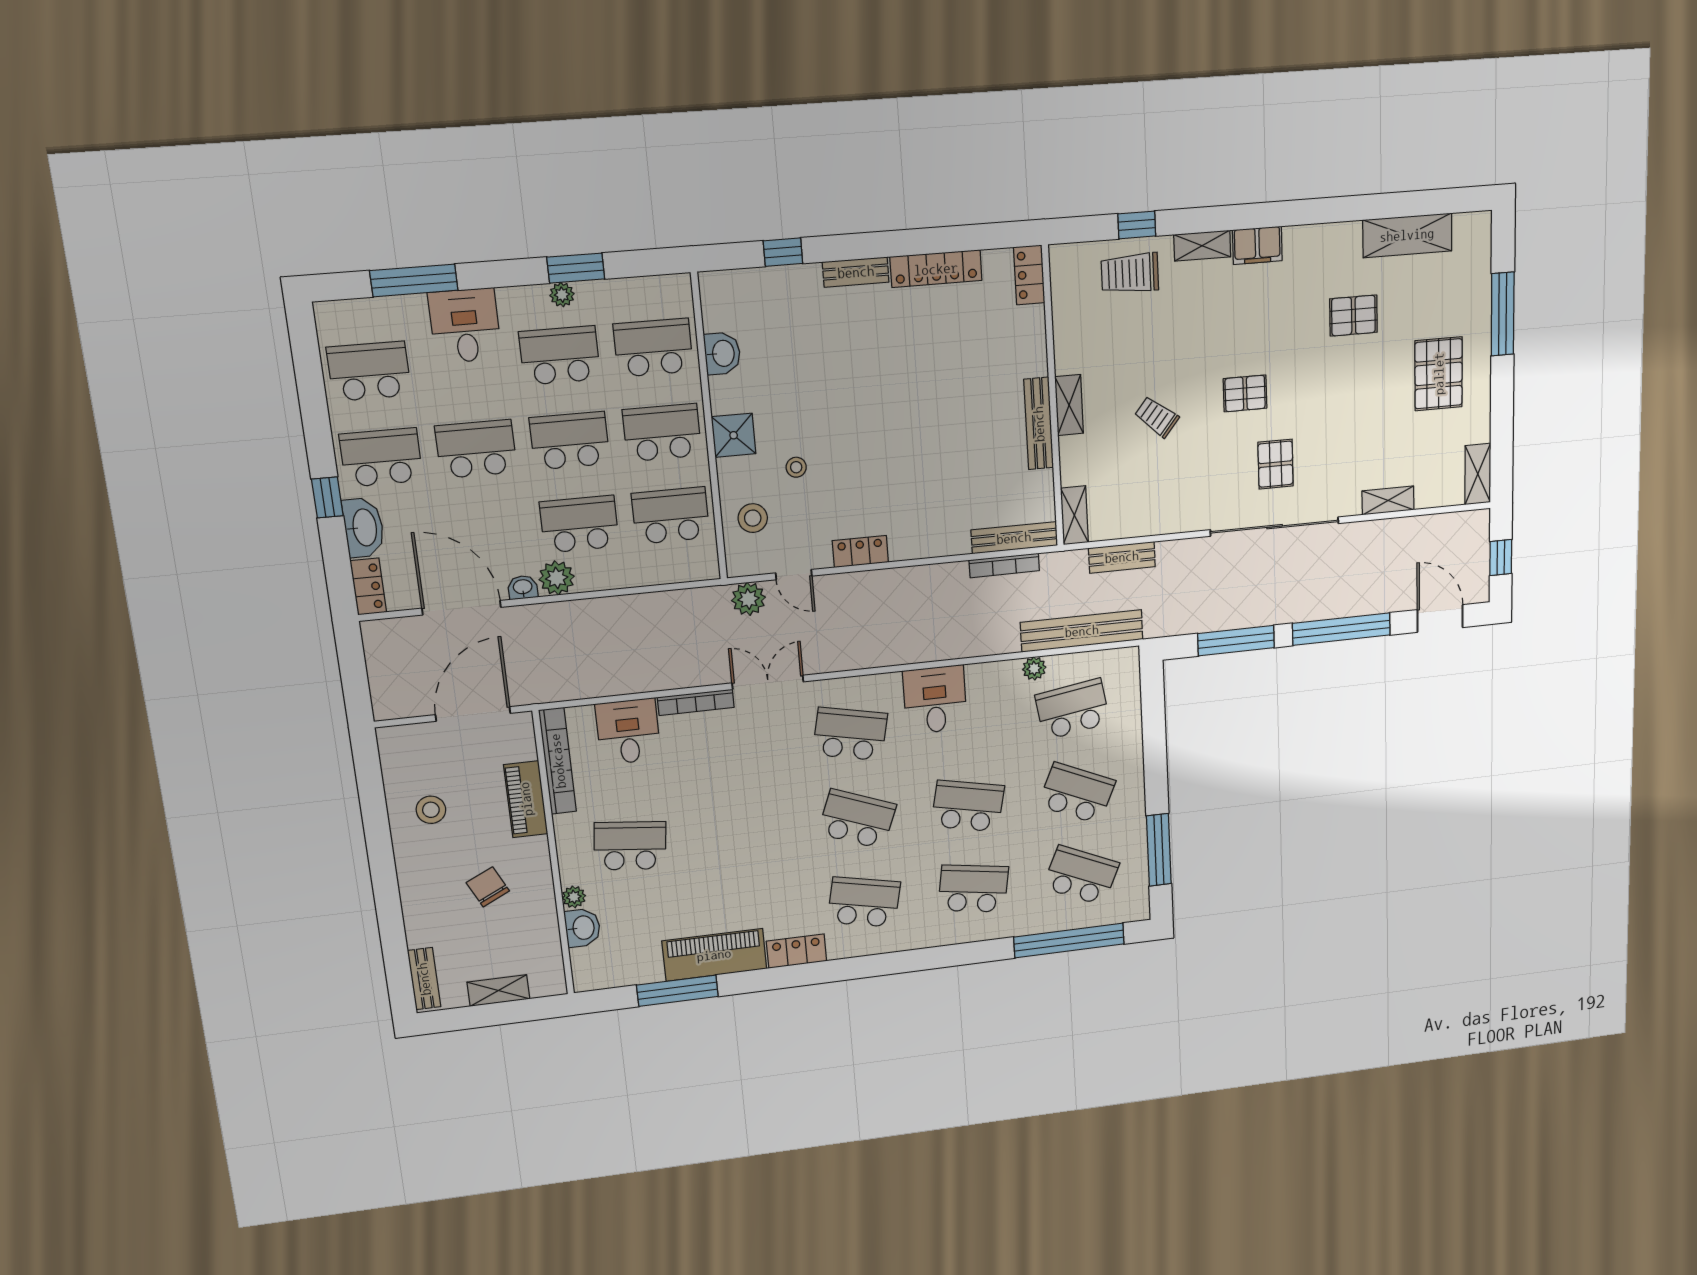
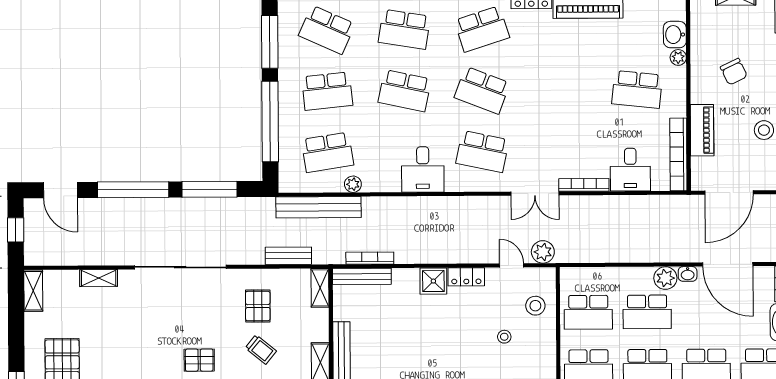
shower: (734, 435) -> (433, 281), moved
pallet: (1276, 464) -> (258, 306), moved
window: (1155, 743) -> (270, 122), added
school desk: (1077, 793) -> (327, 91), turned -30
school desk: (864, 902) -> (482, 29), turned -30

